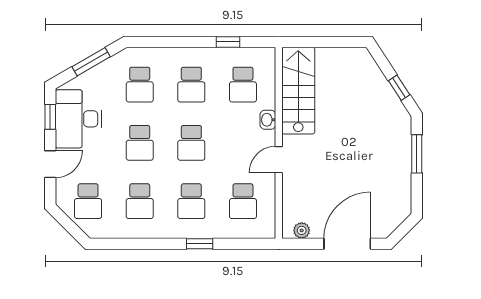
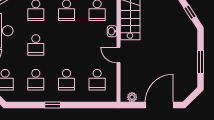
school desk: (191, 143) -> (66, 45), removed
window: (417, 154) -> (200, 62), moved
door: (279, 160) -> (118, 55), hinge flipped
window: (200, 244) -> (53, 105), moved

